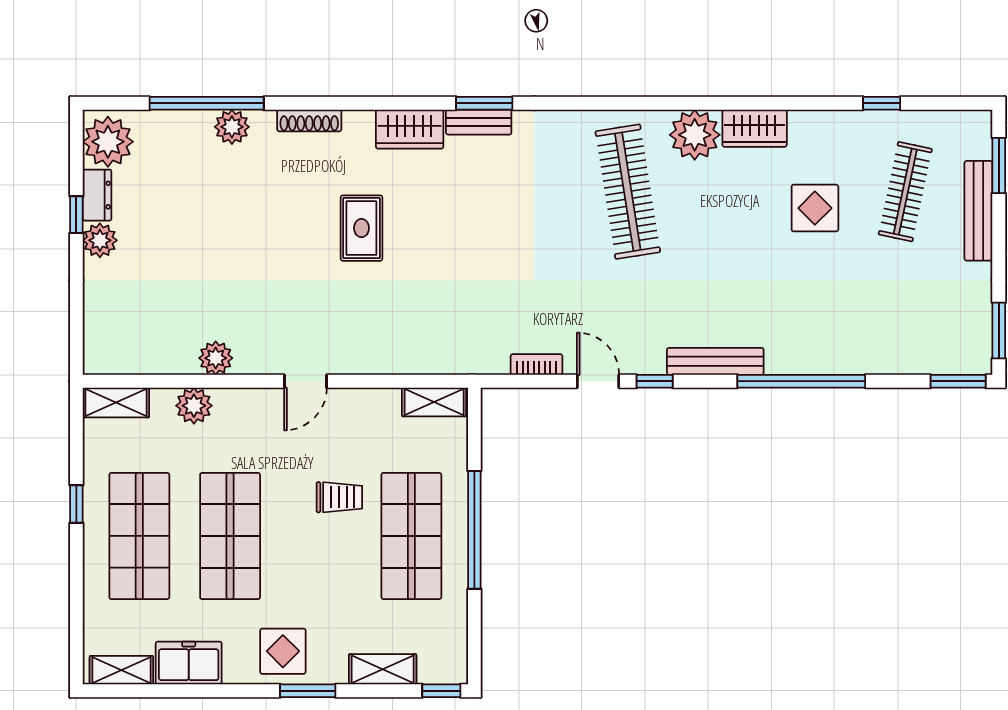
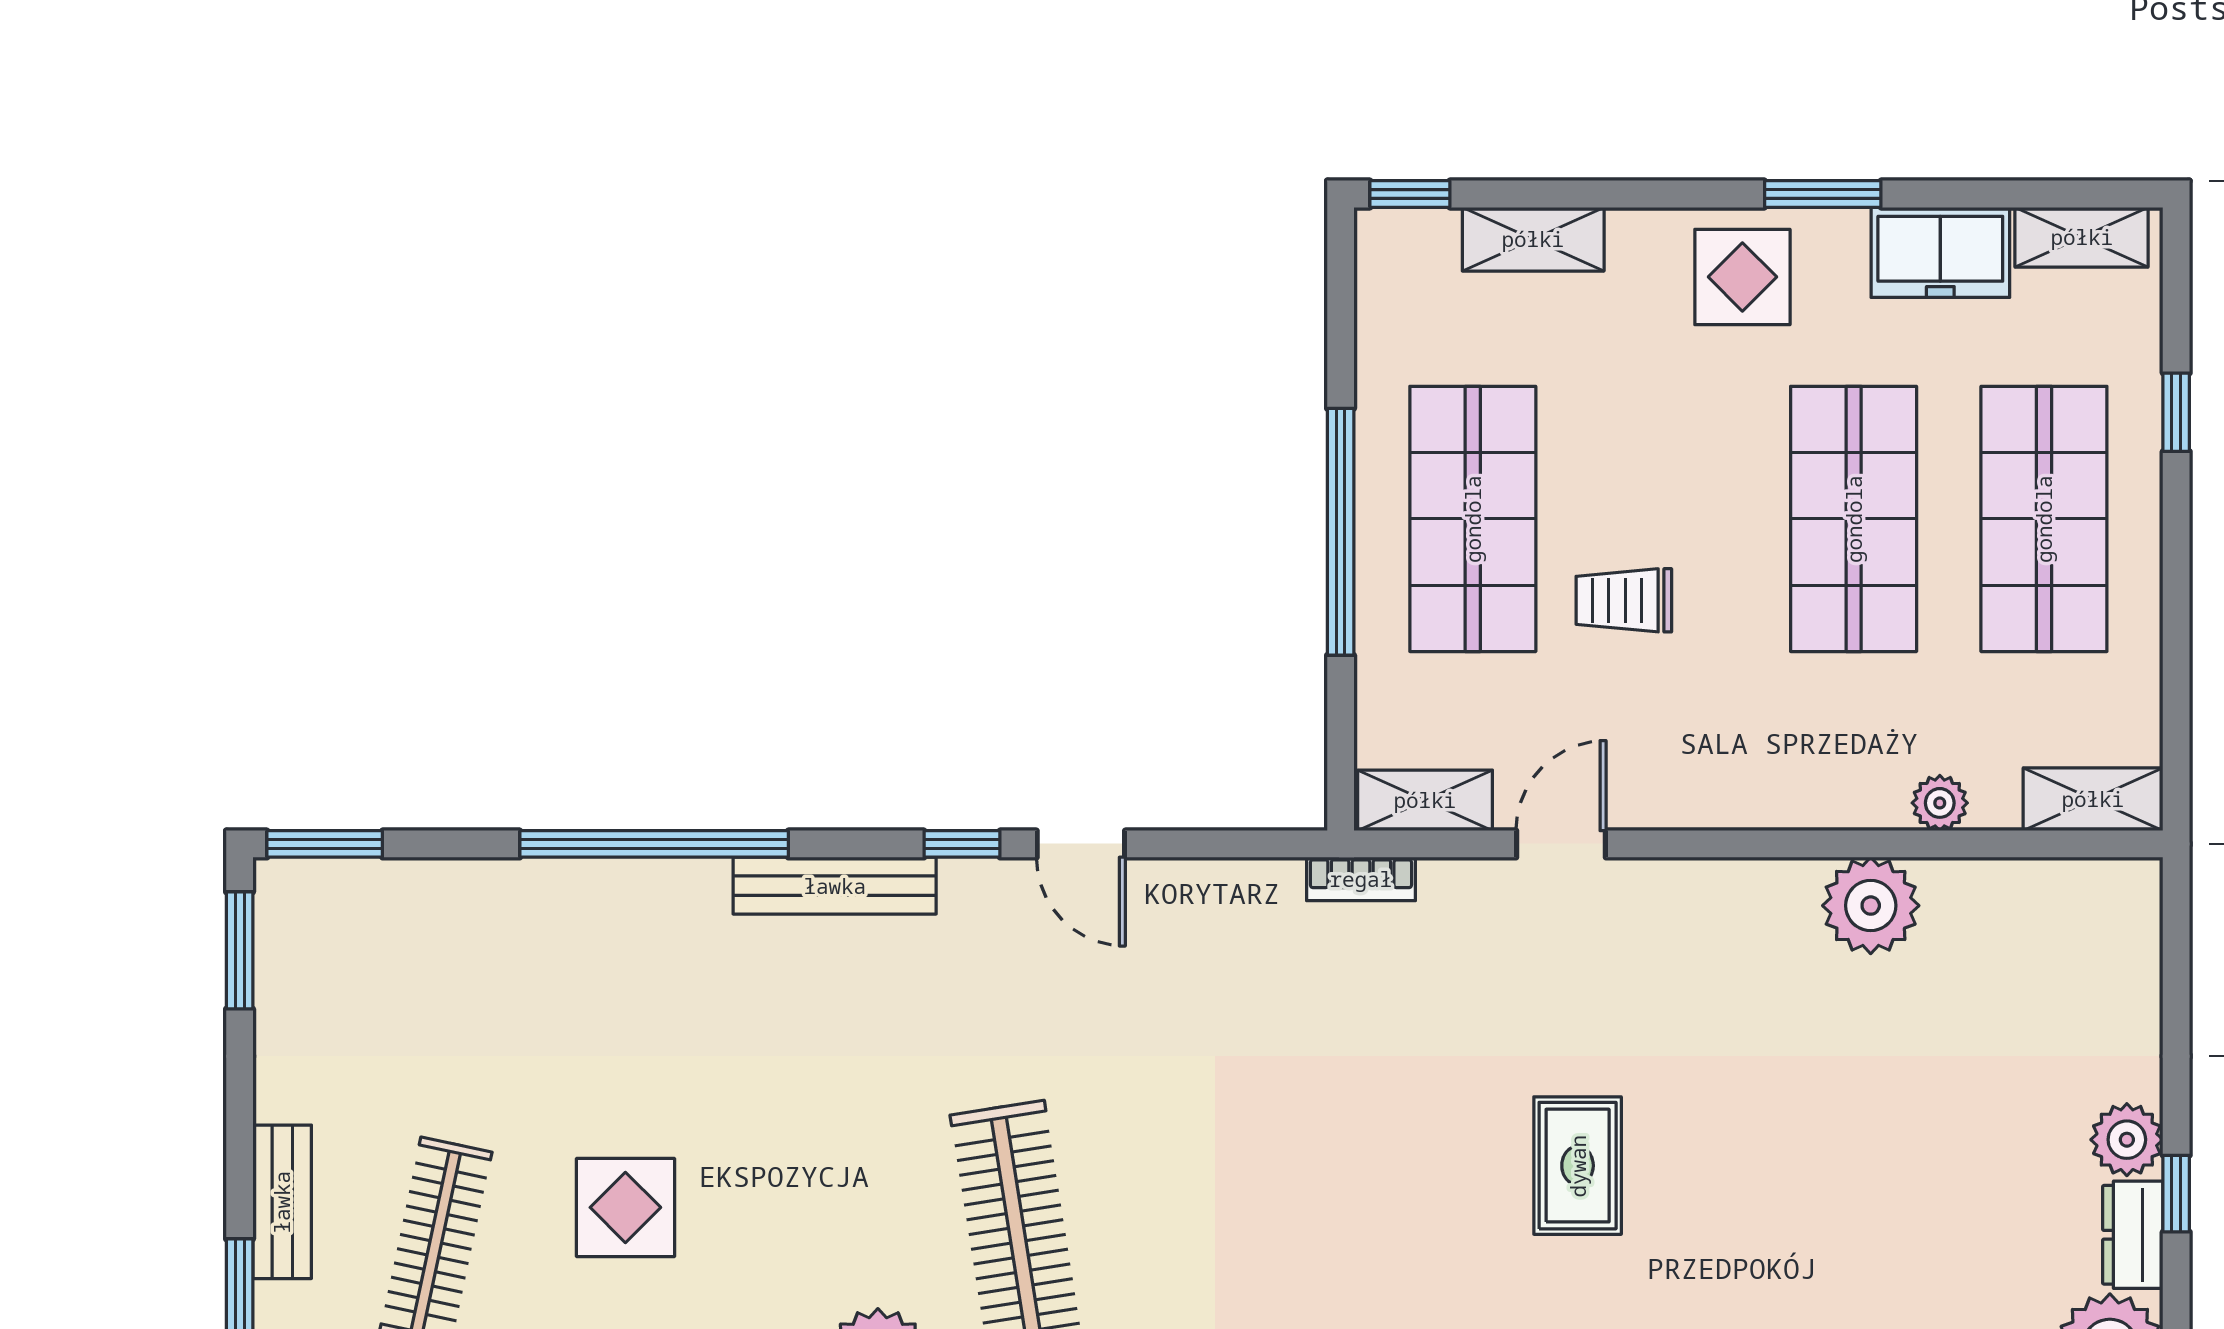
bench: (978, 211) -> (282, 1202), width x0.73
plant: (216, 358) -> (1871, 906), width x1.36, depth x1.36
bookcase: (536, 365) -> (1361, 879), moved
door: (305, 381) -> (1561, 844), moved
plant: (194, 406) -> (1940, 803), width x0.73, depth x0.73
window: (76, 504) -> (2176, 412), moved
window: (308, 691) -> (1823, 194), moved

